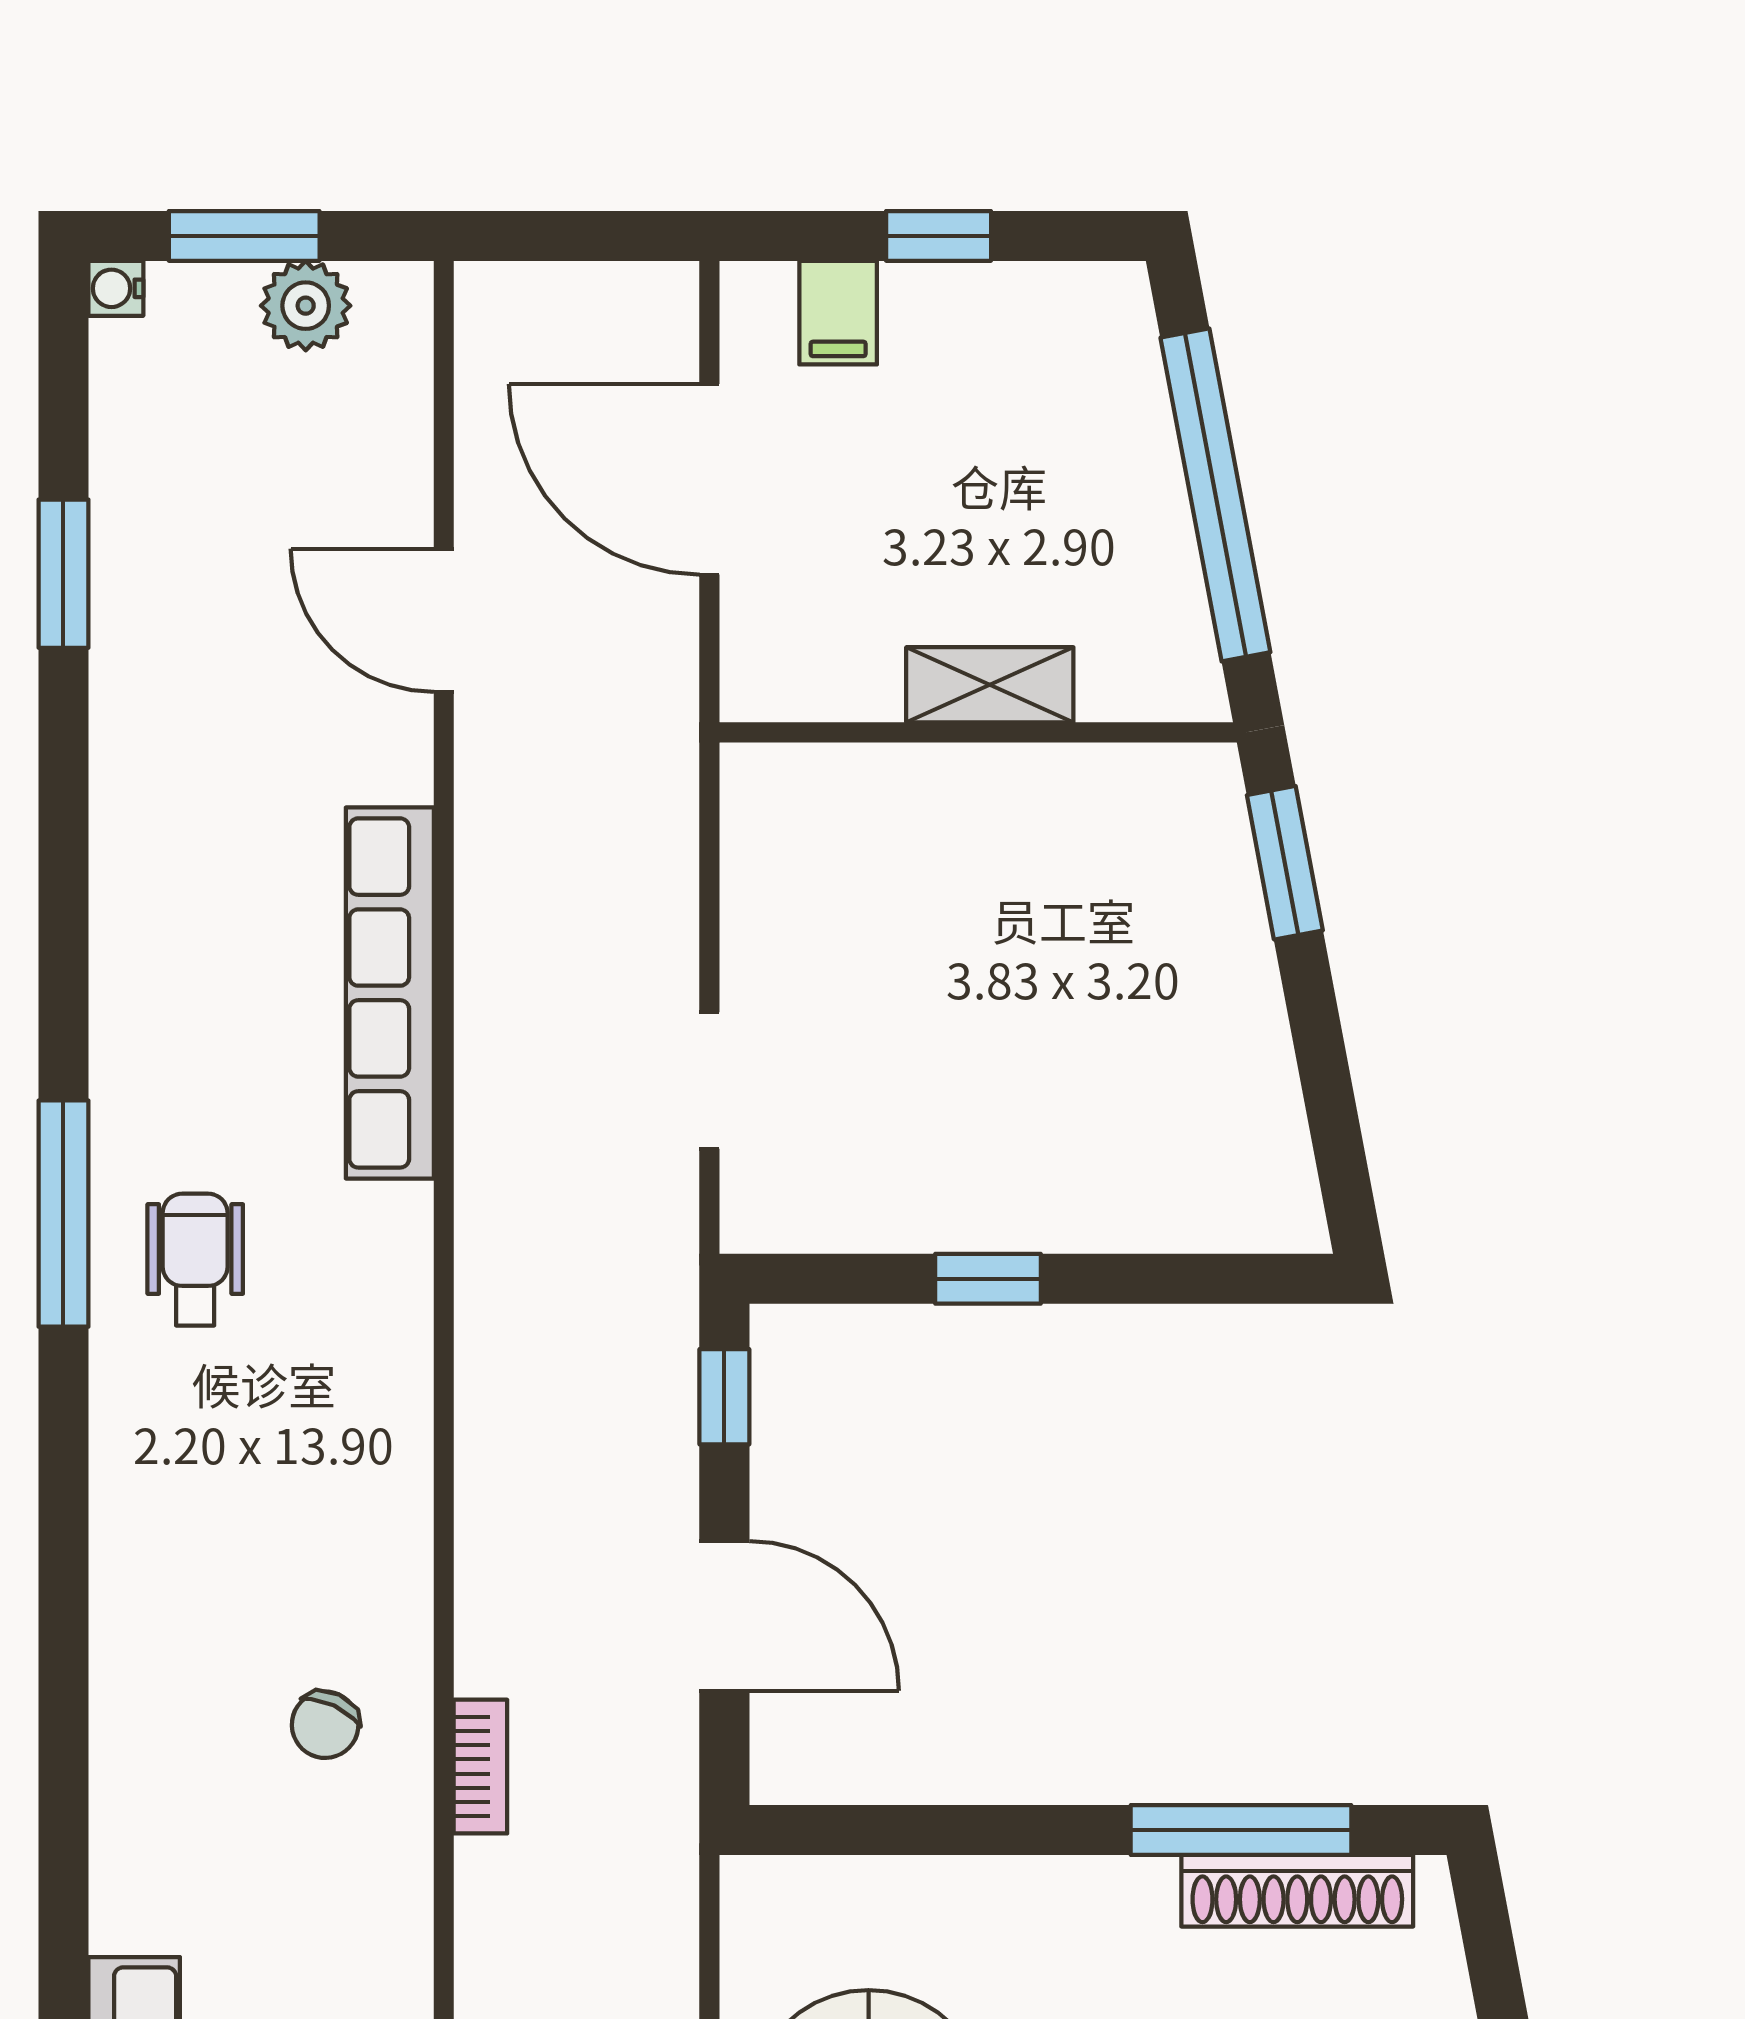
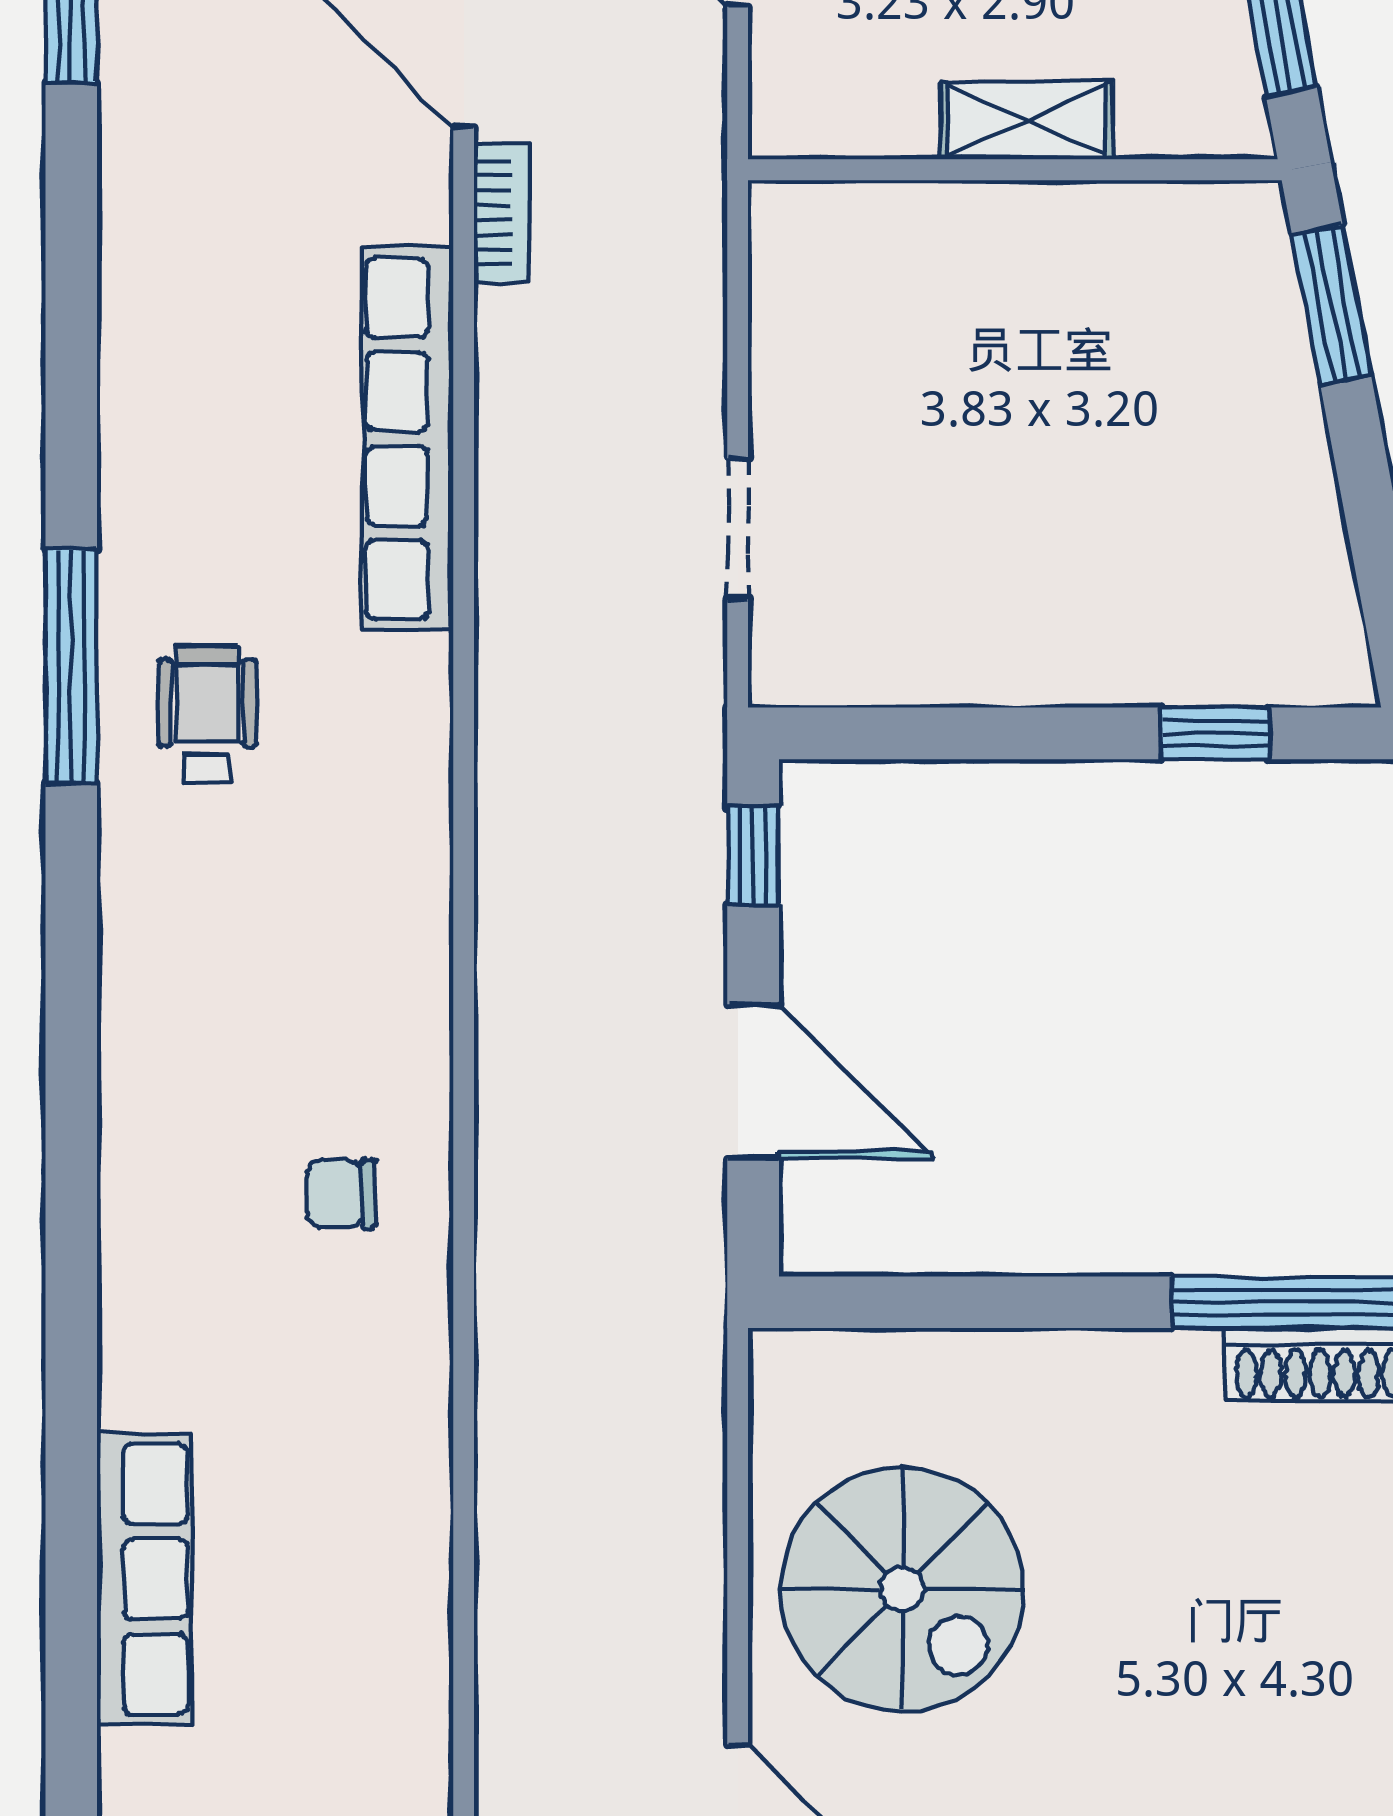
window: (988, 1279) -> (1215, 733), moved
chair: (325, 1725) -> (341, 1194), turned 65
bookcase: (480, 1767) -> (501, 212), moved

